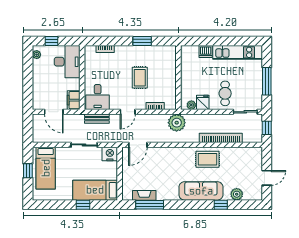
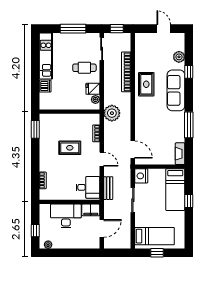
window: (142, 41) -> (35, 129), moved
desk: (67, 62) -> (66, 216), moved
fireplace: (144, 195) -> (180, 154), moved
window: (150, 205) -> (189, 125), moved

